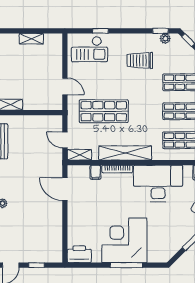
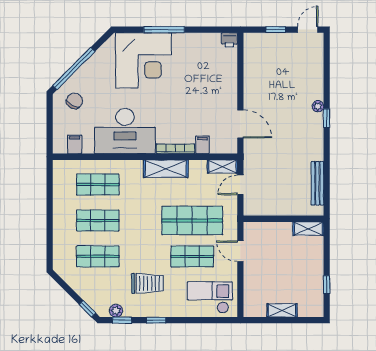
window: (100, 31) -> (156, 320), moved
shop shelf: (104, 82) -> (192, 256), added
door: (65, 140) -> (240, 185), swing flipped
shelving: (125, 153) -> (166, 169), width x0.68
corner desk: (124, 240) -> (144, 60), moved
printer: (79, 254) -> (229, 40), width x0.53, depth x0.68

